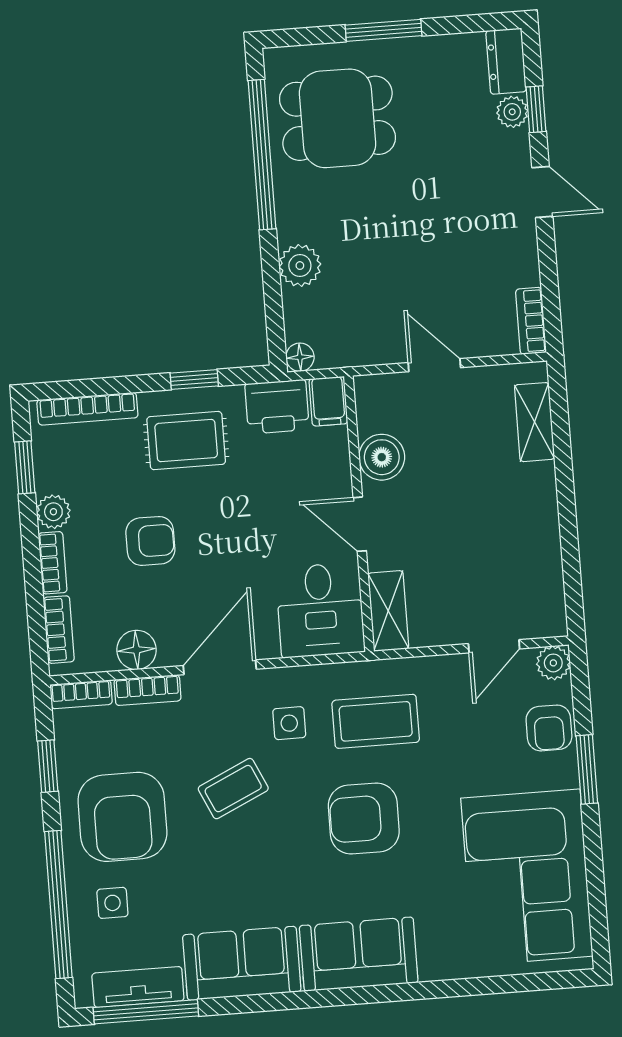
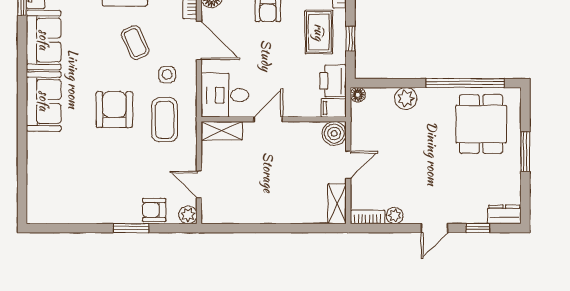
plant: (512, 112) -> (395, 216), moved
shelving: (535, 422) -> (337, 204), moved, turned 90
boiler: (382, 457) -> (334, 133), moved
corner sofa: (527, 877) -> (77, 192), removed

